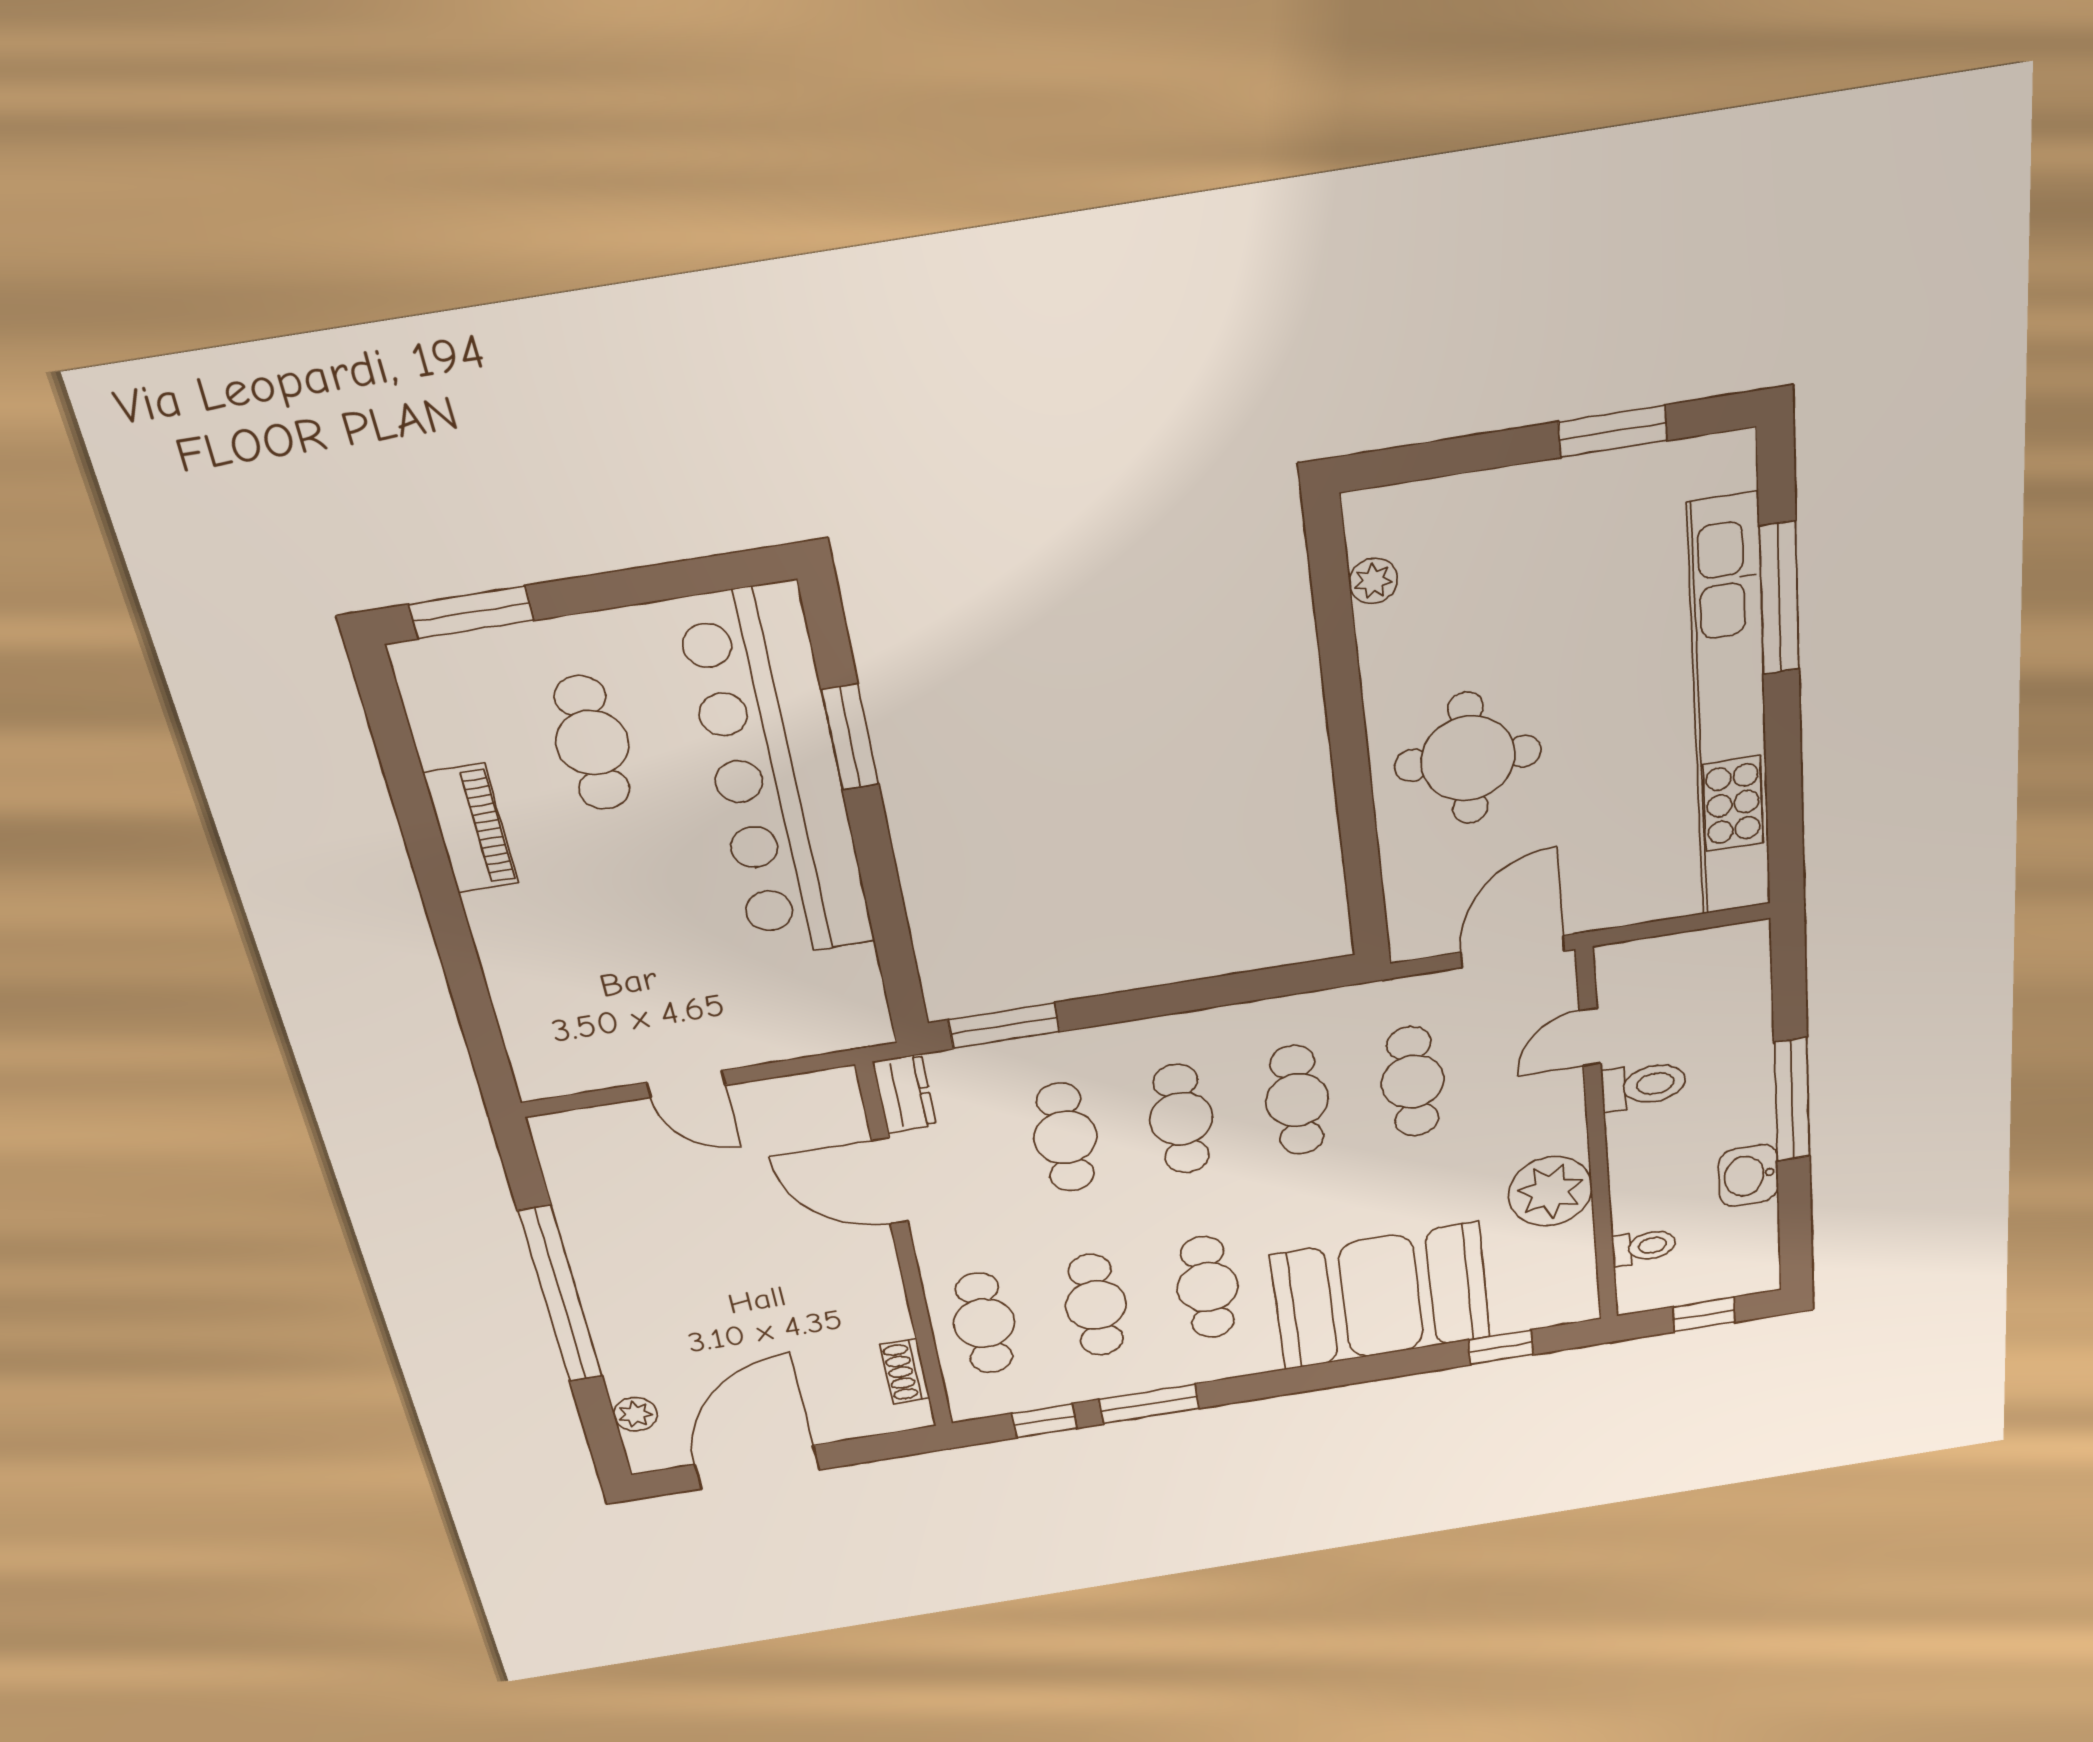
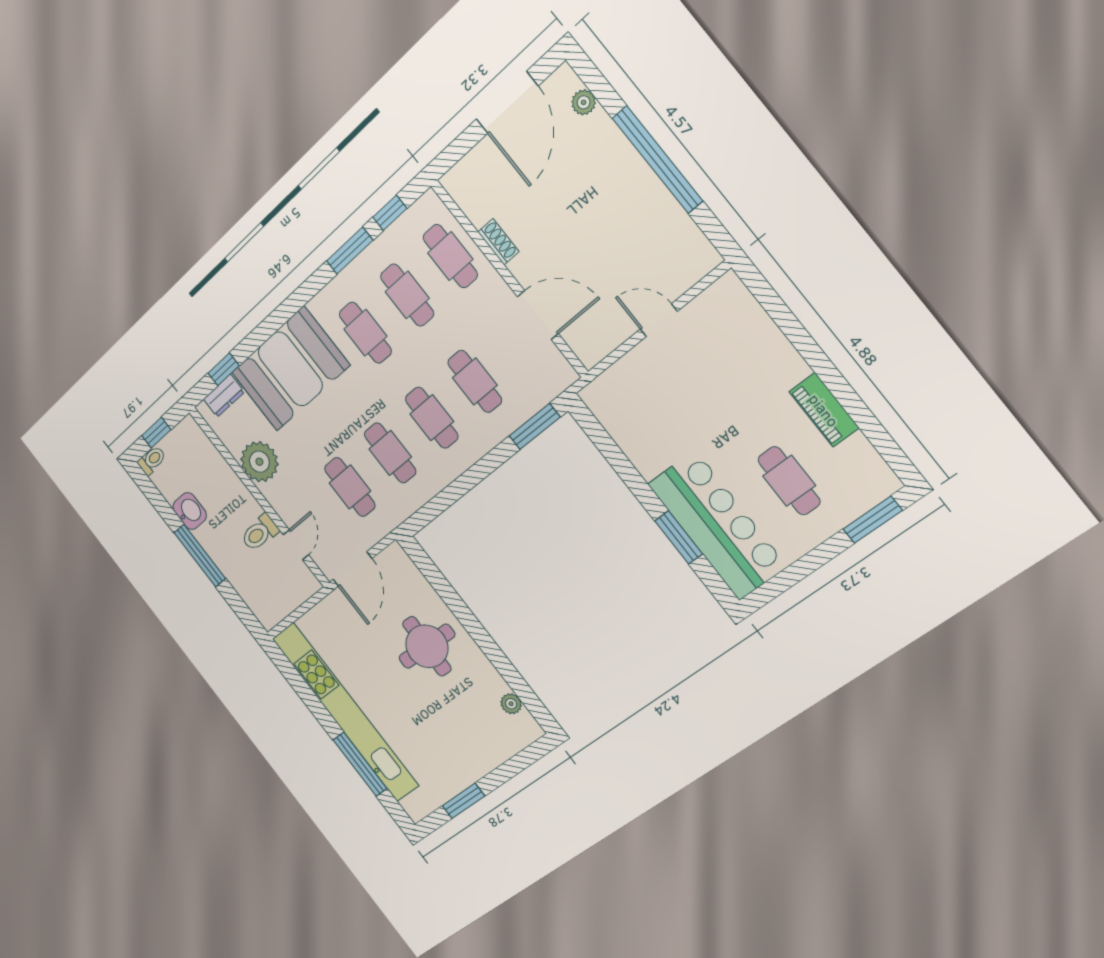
bar counter: (777, 775) -> (717, 525), width x0.73
dresser: (904, 1094) -> (224, 396), moved, turned -90
toilet: (1644, 1247) -> (152, 460), moved, turned 180
shoe rack: (905, 1372) -> (498, 242), moved

